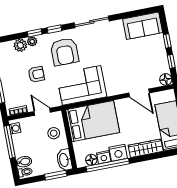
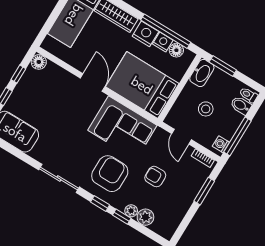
door: (139, 93) -> (93, 82), moved
stool: (54, 133) -> (206, 109), moved

